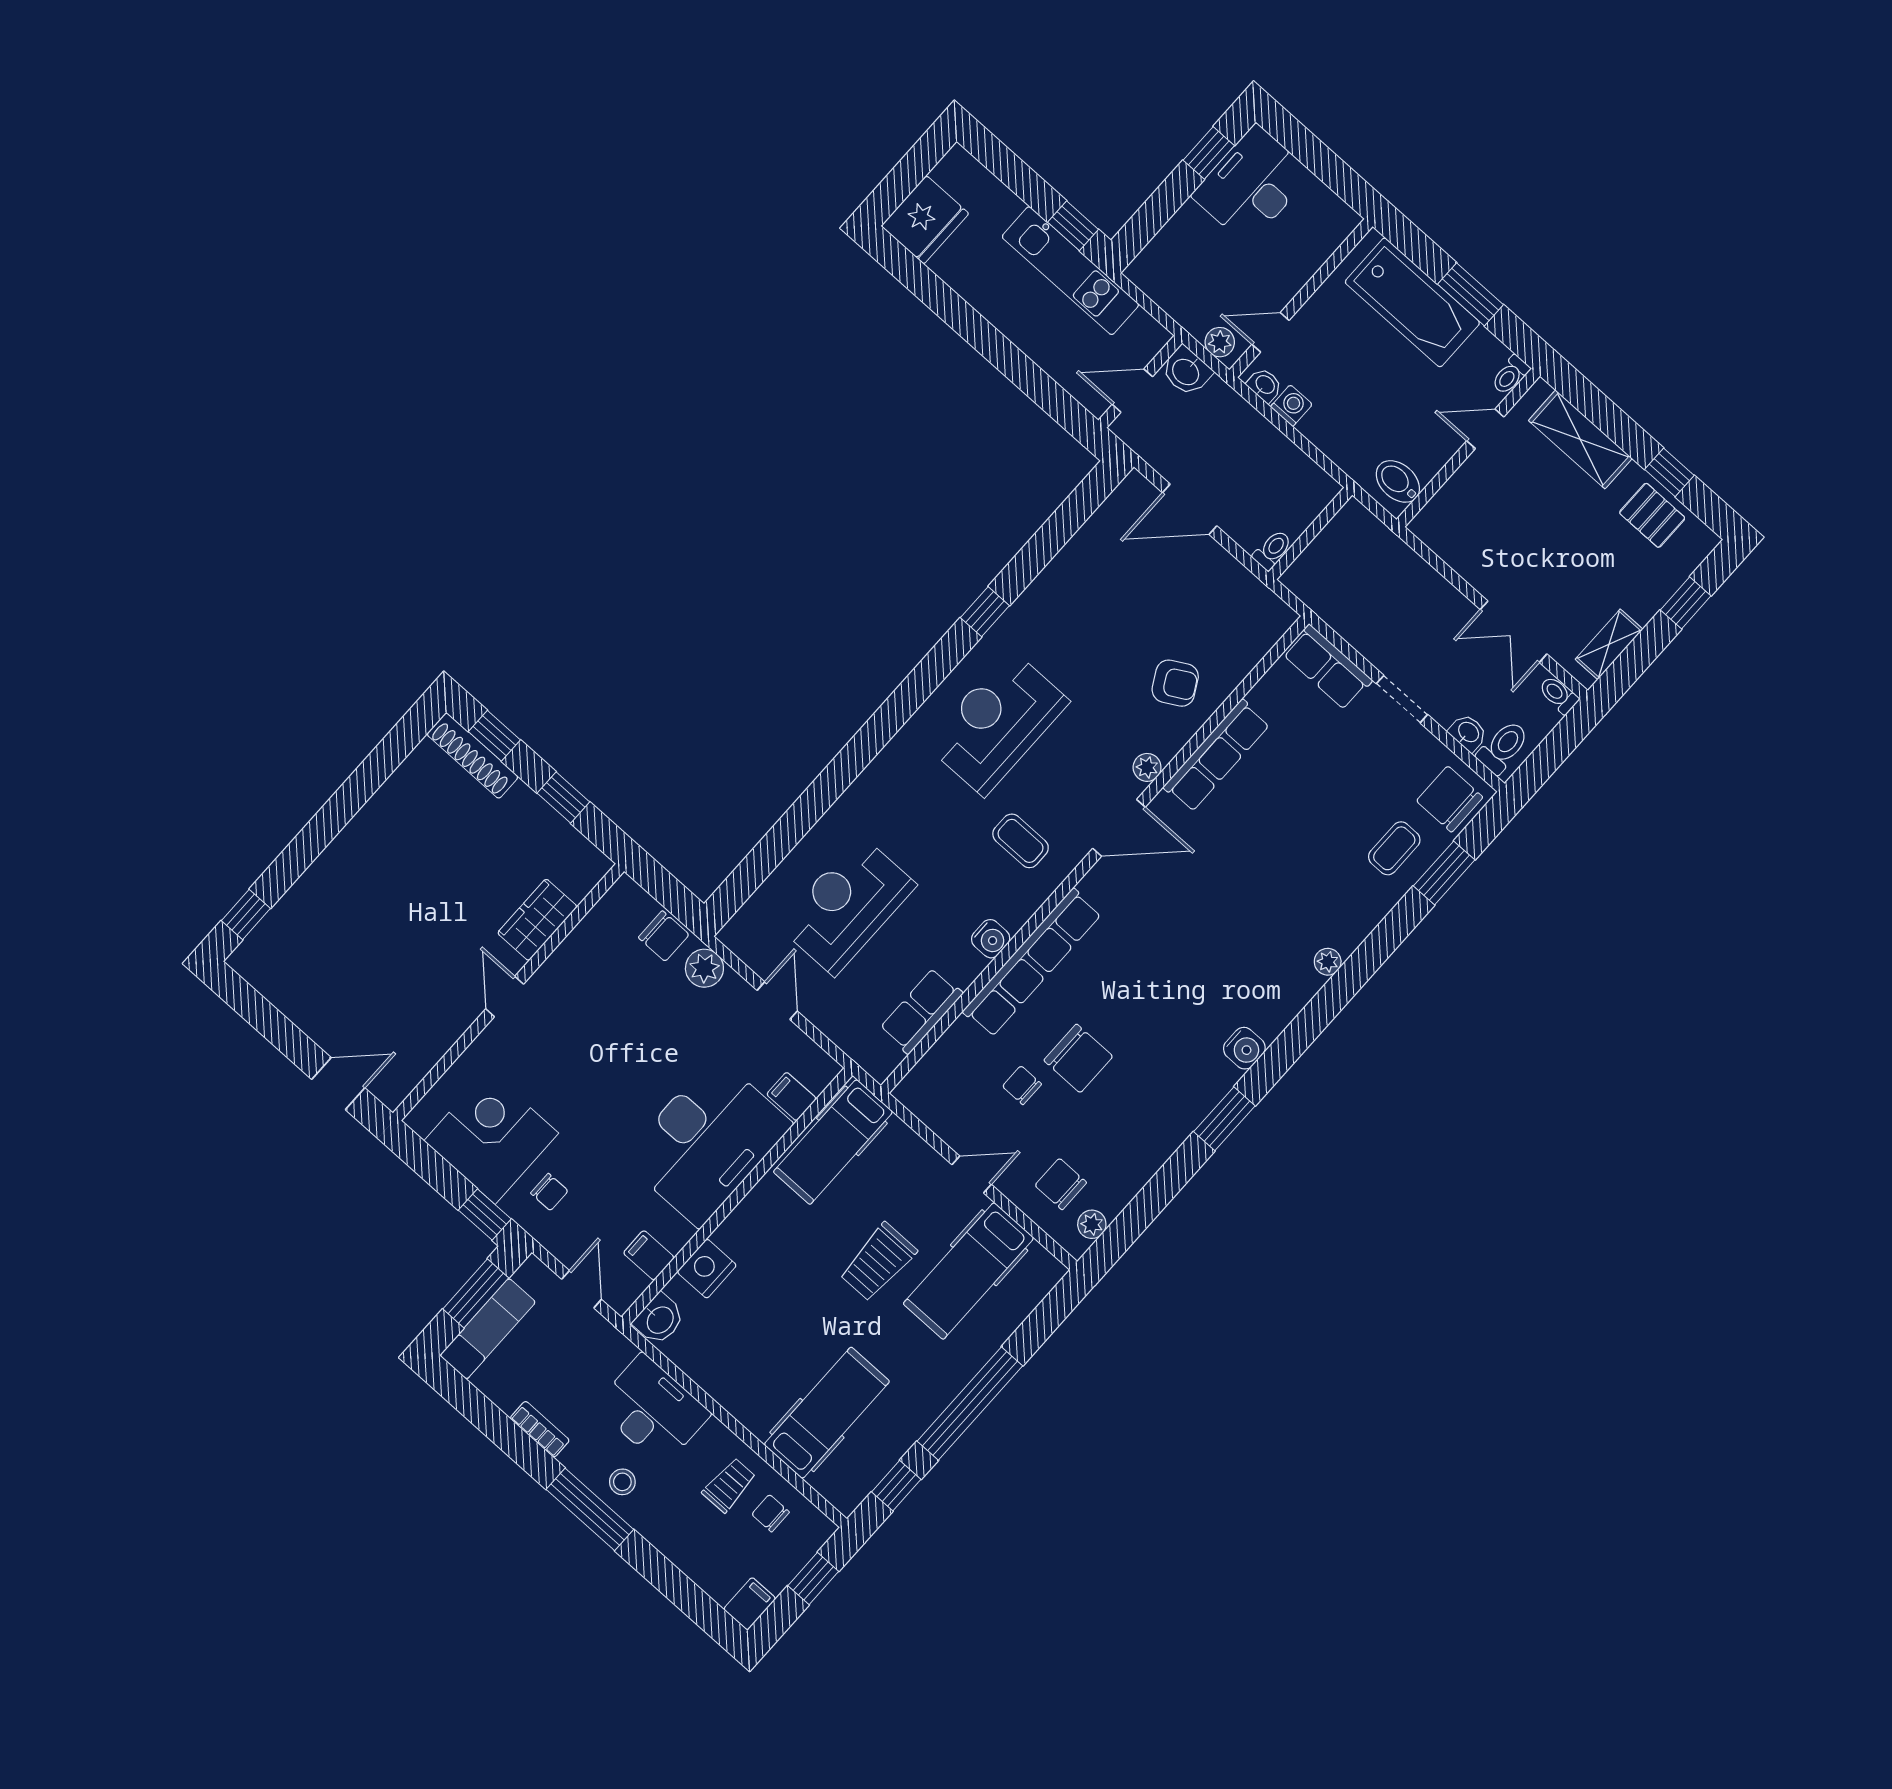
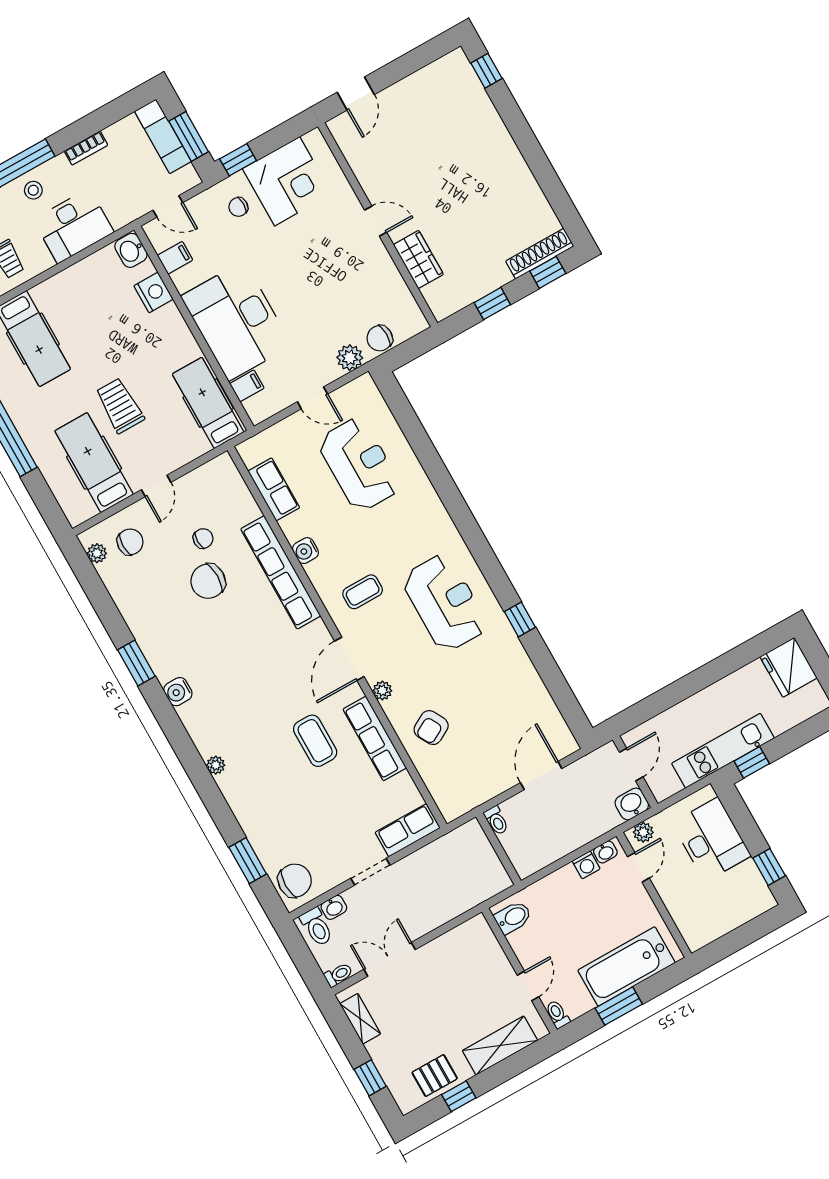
desk: (1252, 185) -> (711, 839), moved
coffee table: (1394, 848) -> (315, 741), moved, width x1.36, depth x1.30

